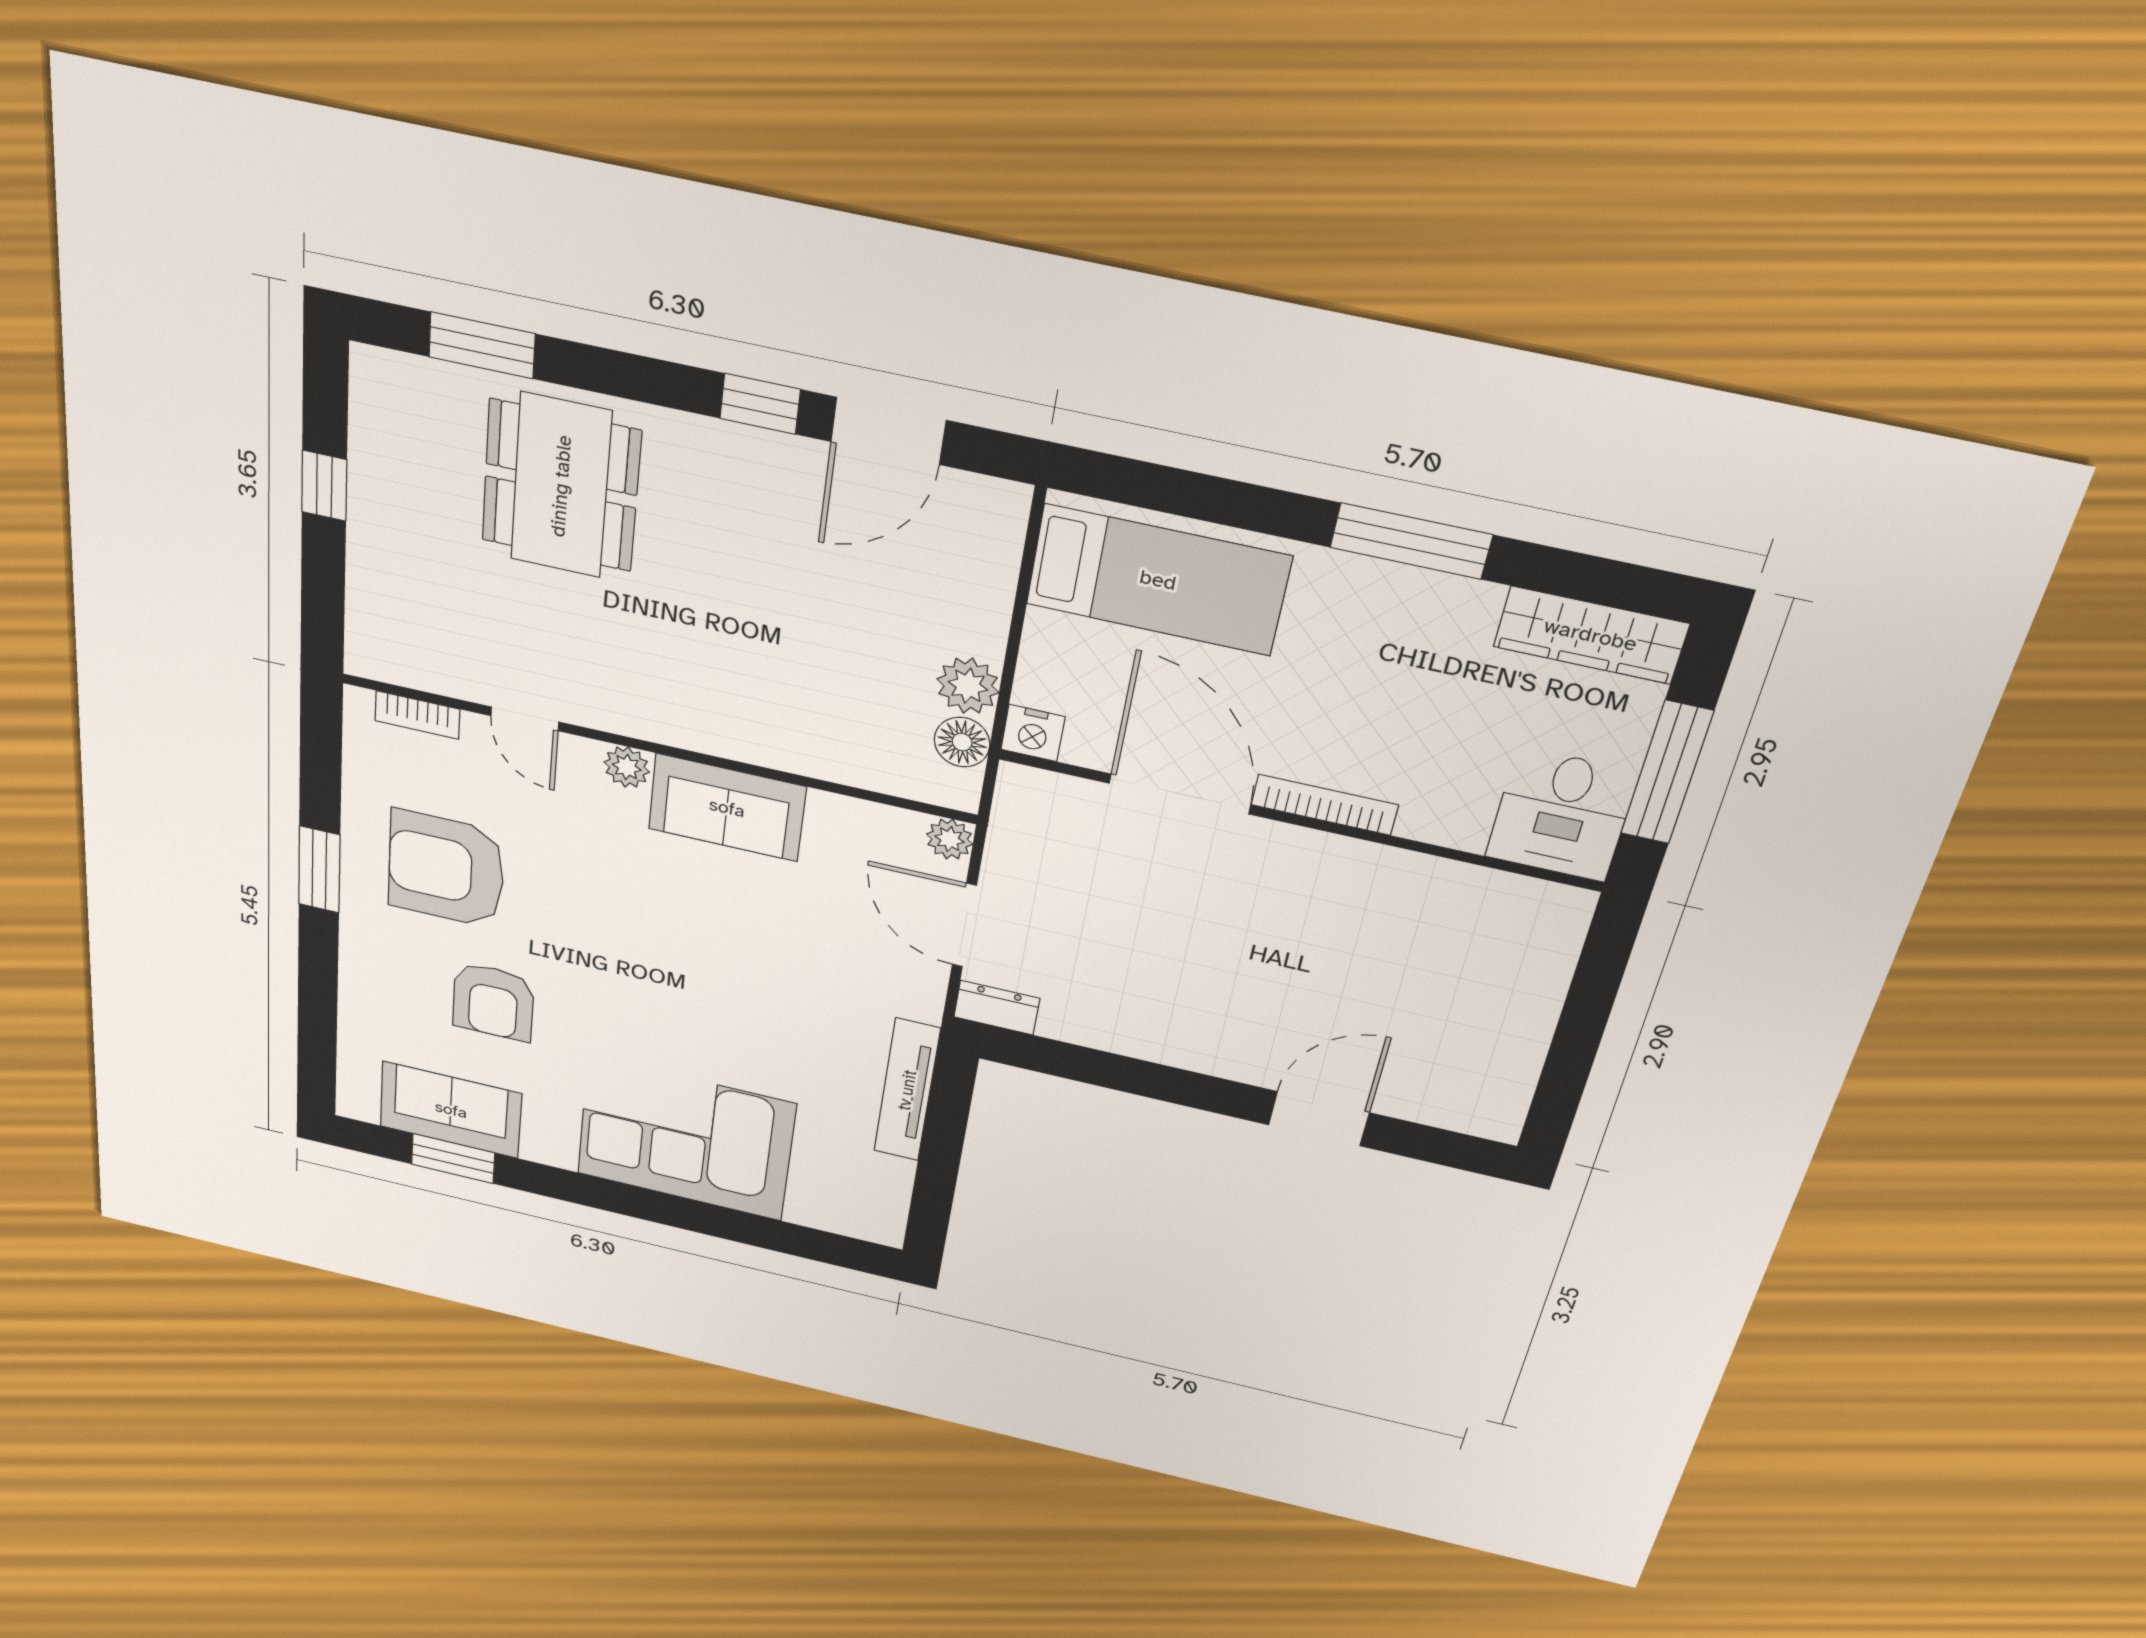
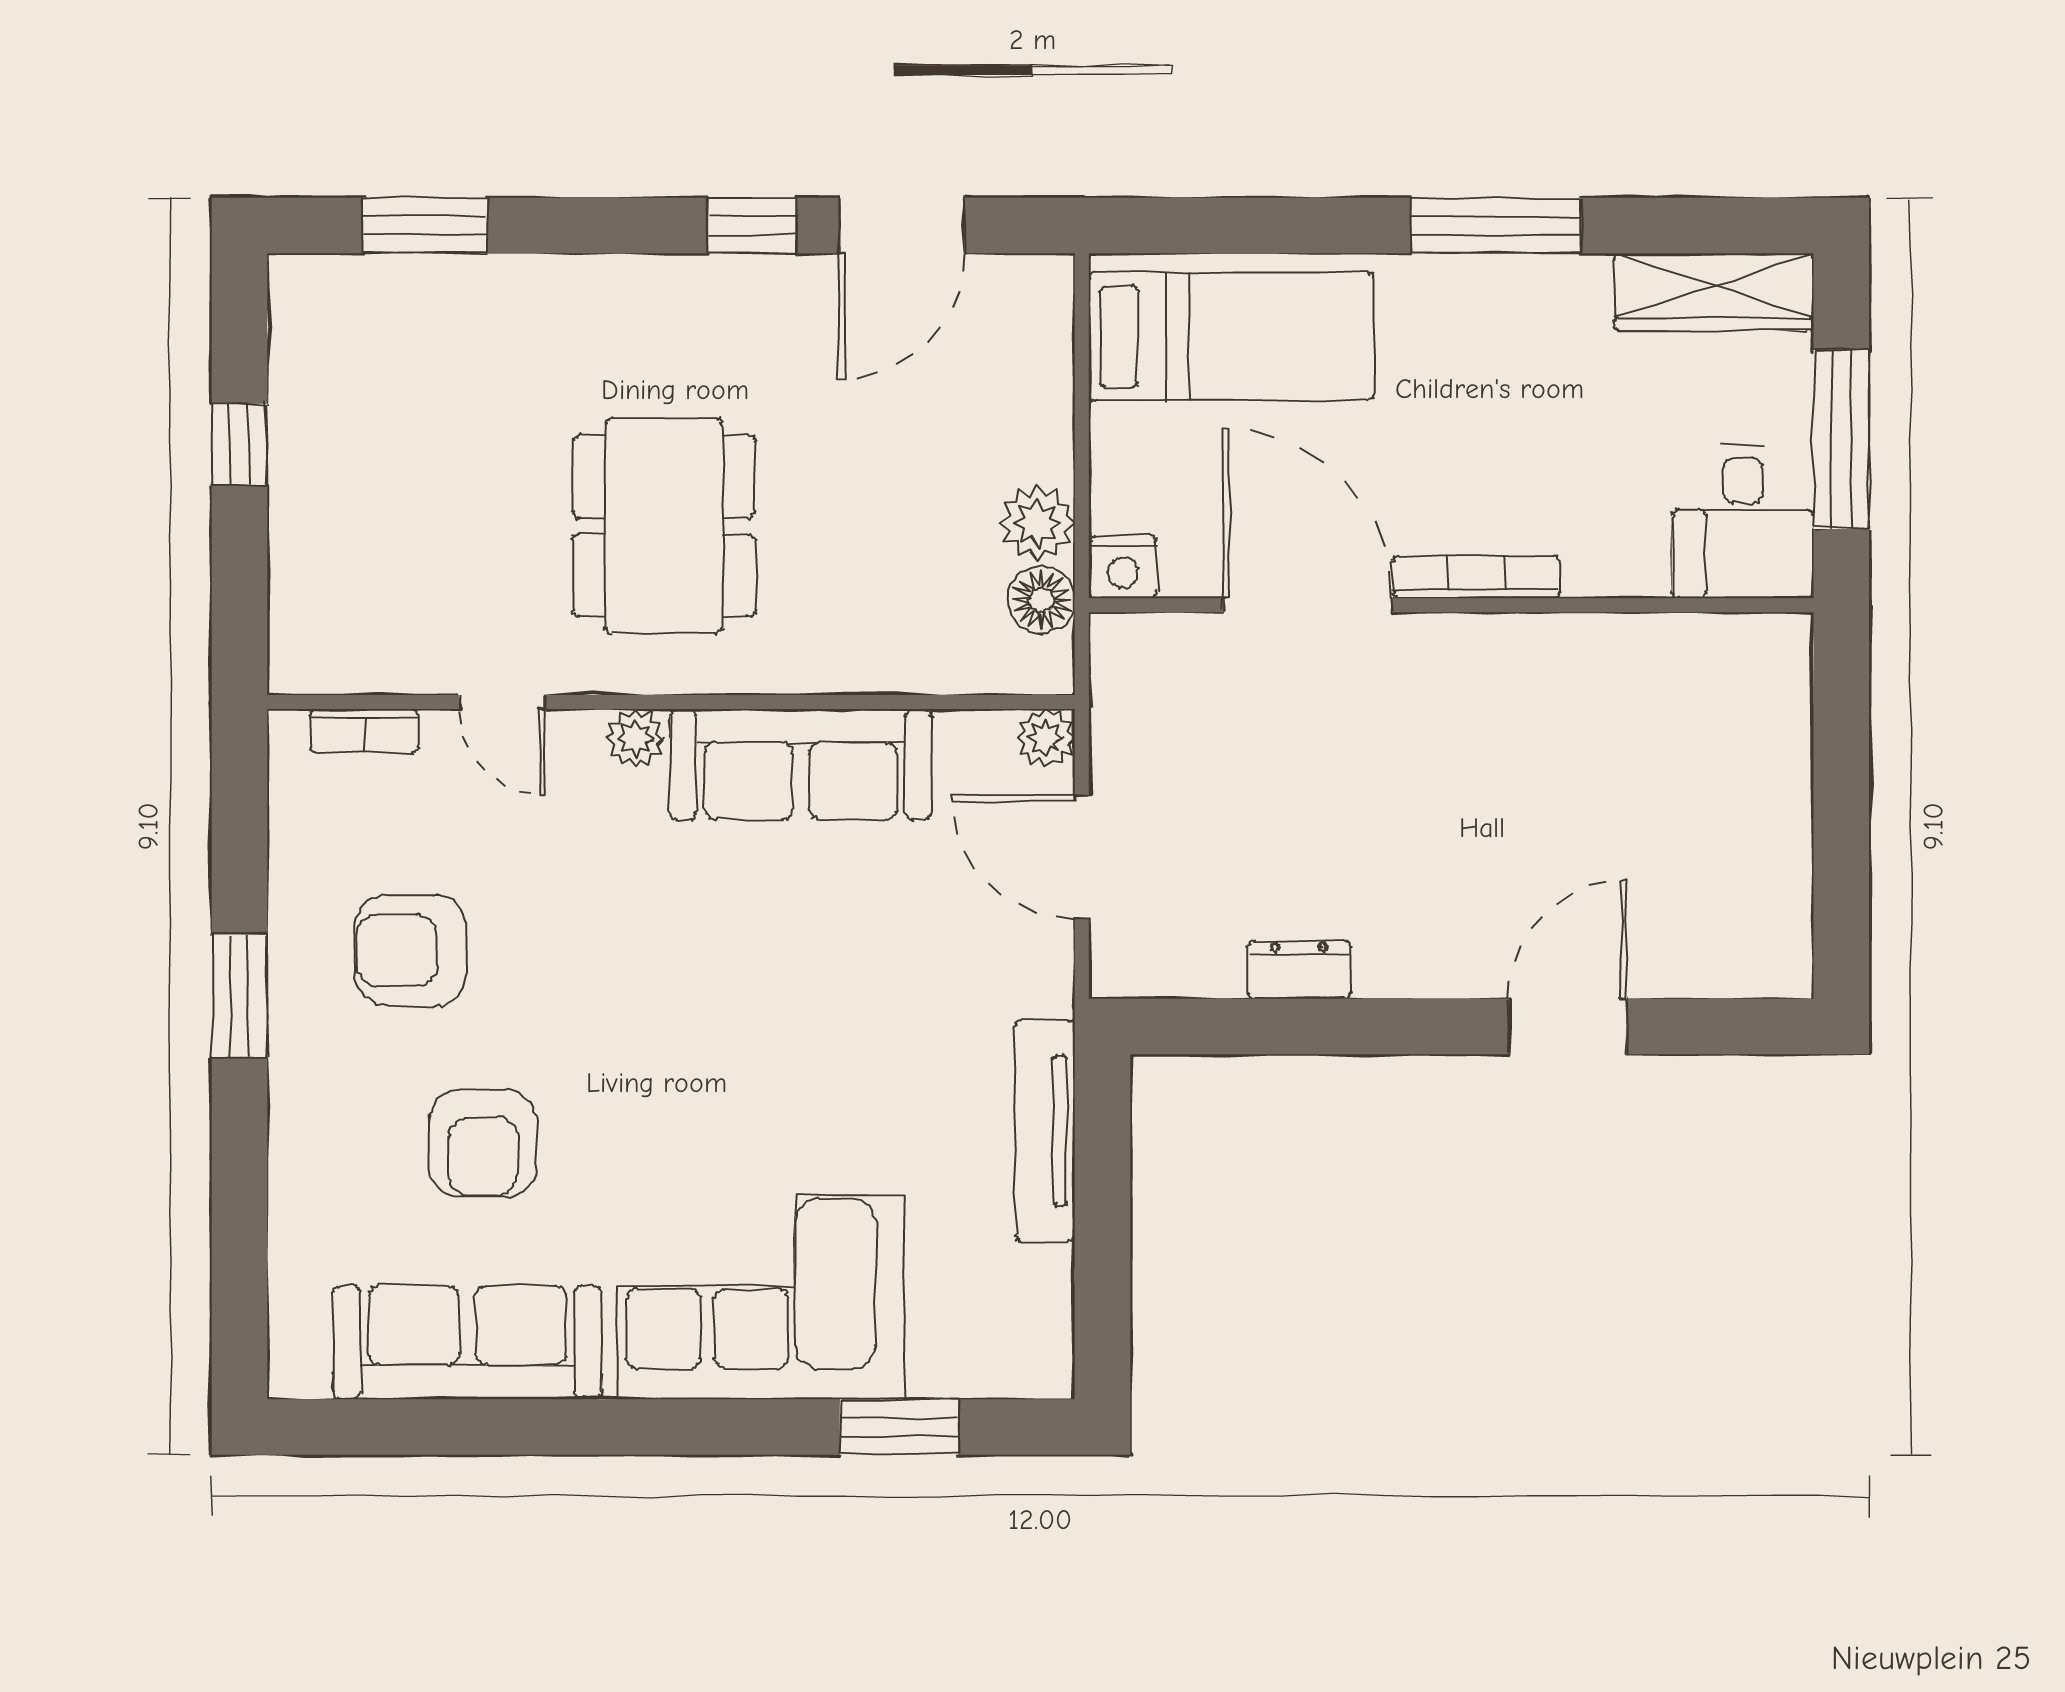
dining table: (561, 486) -> (664, 526), moved
sofa: (727, 808) -> (801, 764), width x1.36
armchair: (446, 869) -> (410, 950), width x0.73, depth x0.73
dresser: (997, 1008) -> (1299, 970), moved
sofa: (451, 1110) -> (467, 1342), width x1.36
window: (453, 1159) -> (899, 1427), moved

